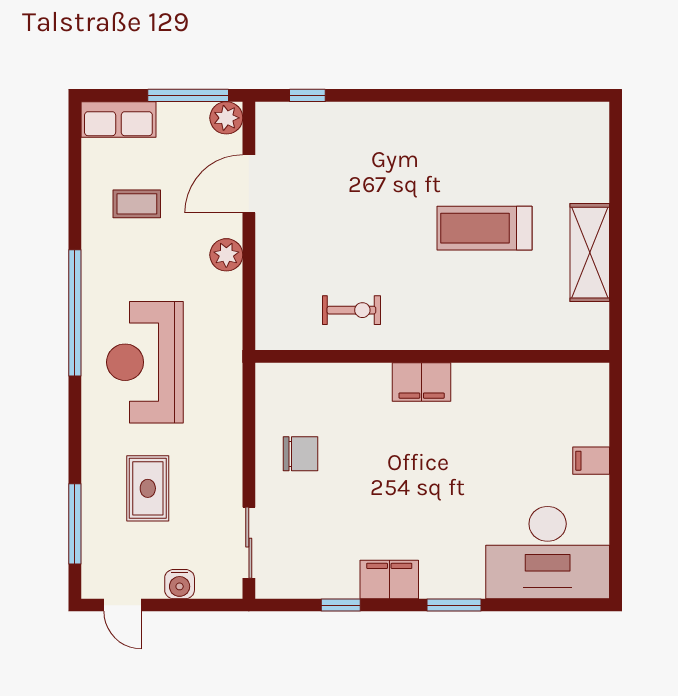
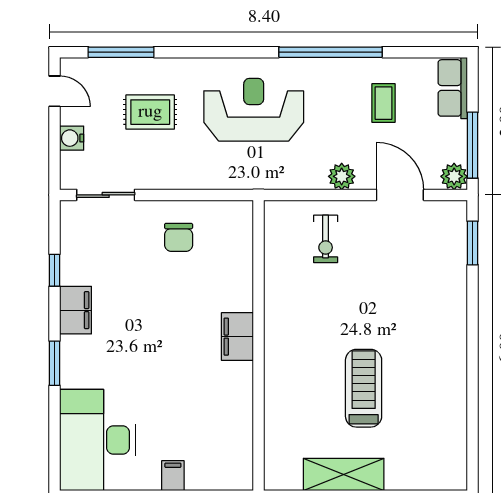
window: (307, 95) -> (473, 243), width x1.50
exercise bike: (351, 310) -> (326, 239), moved
window: (75, 313) -> (331, 52), moved
door: (122, 605) -> (54, 91), swing flipped

